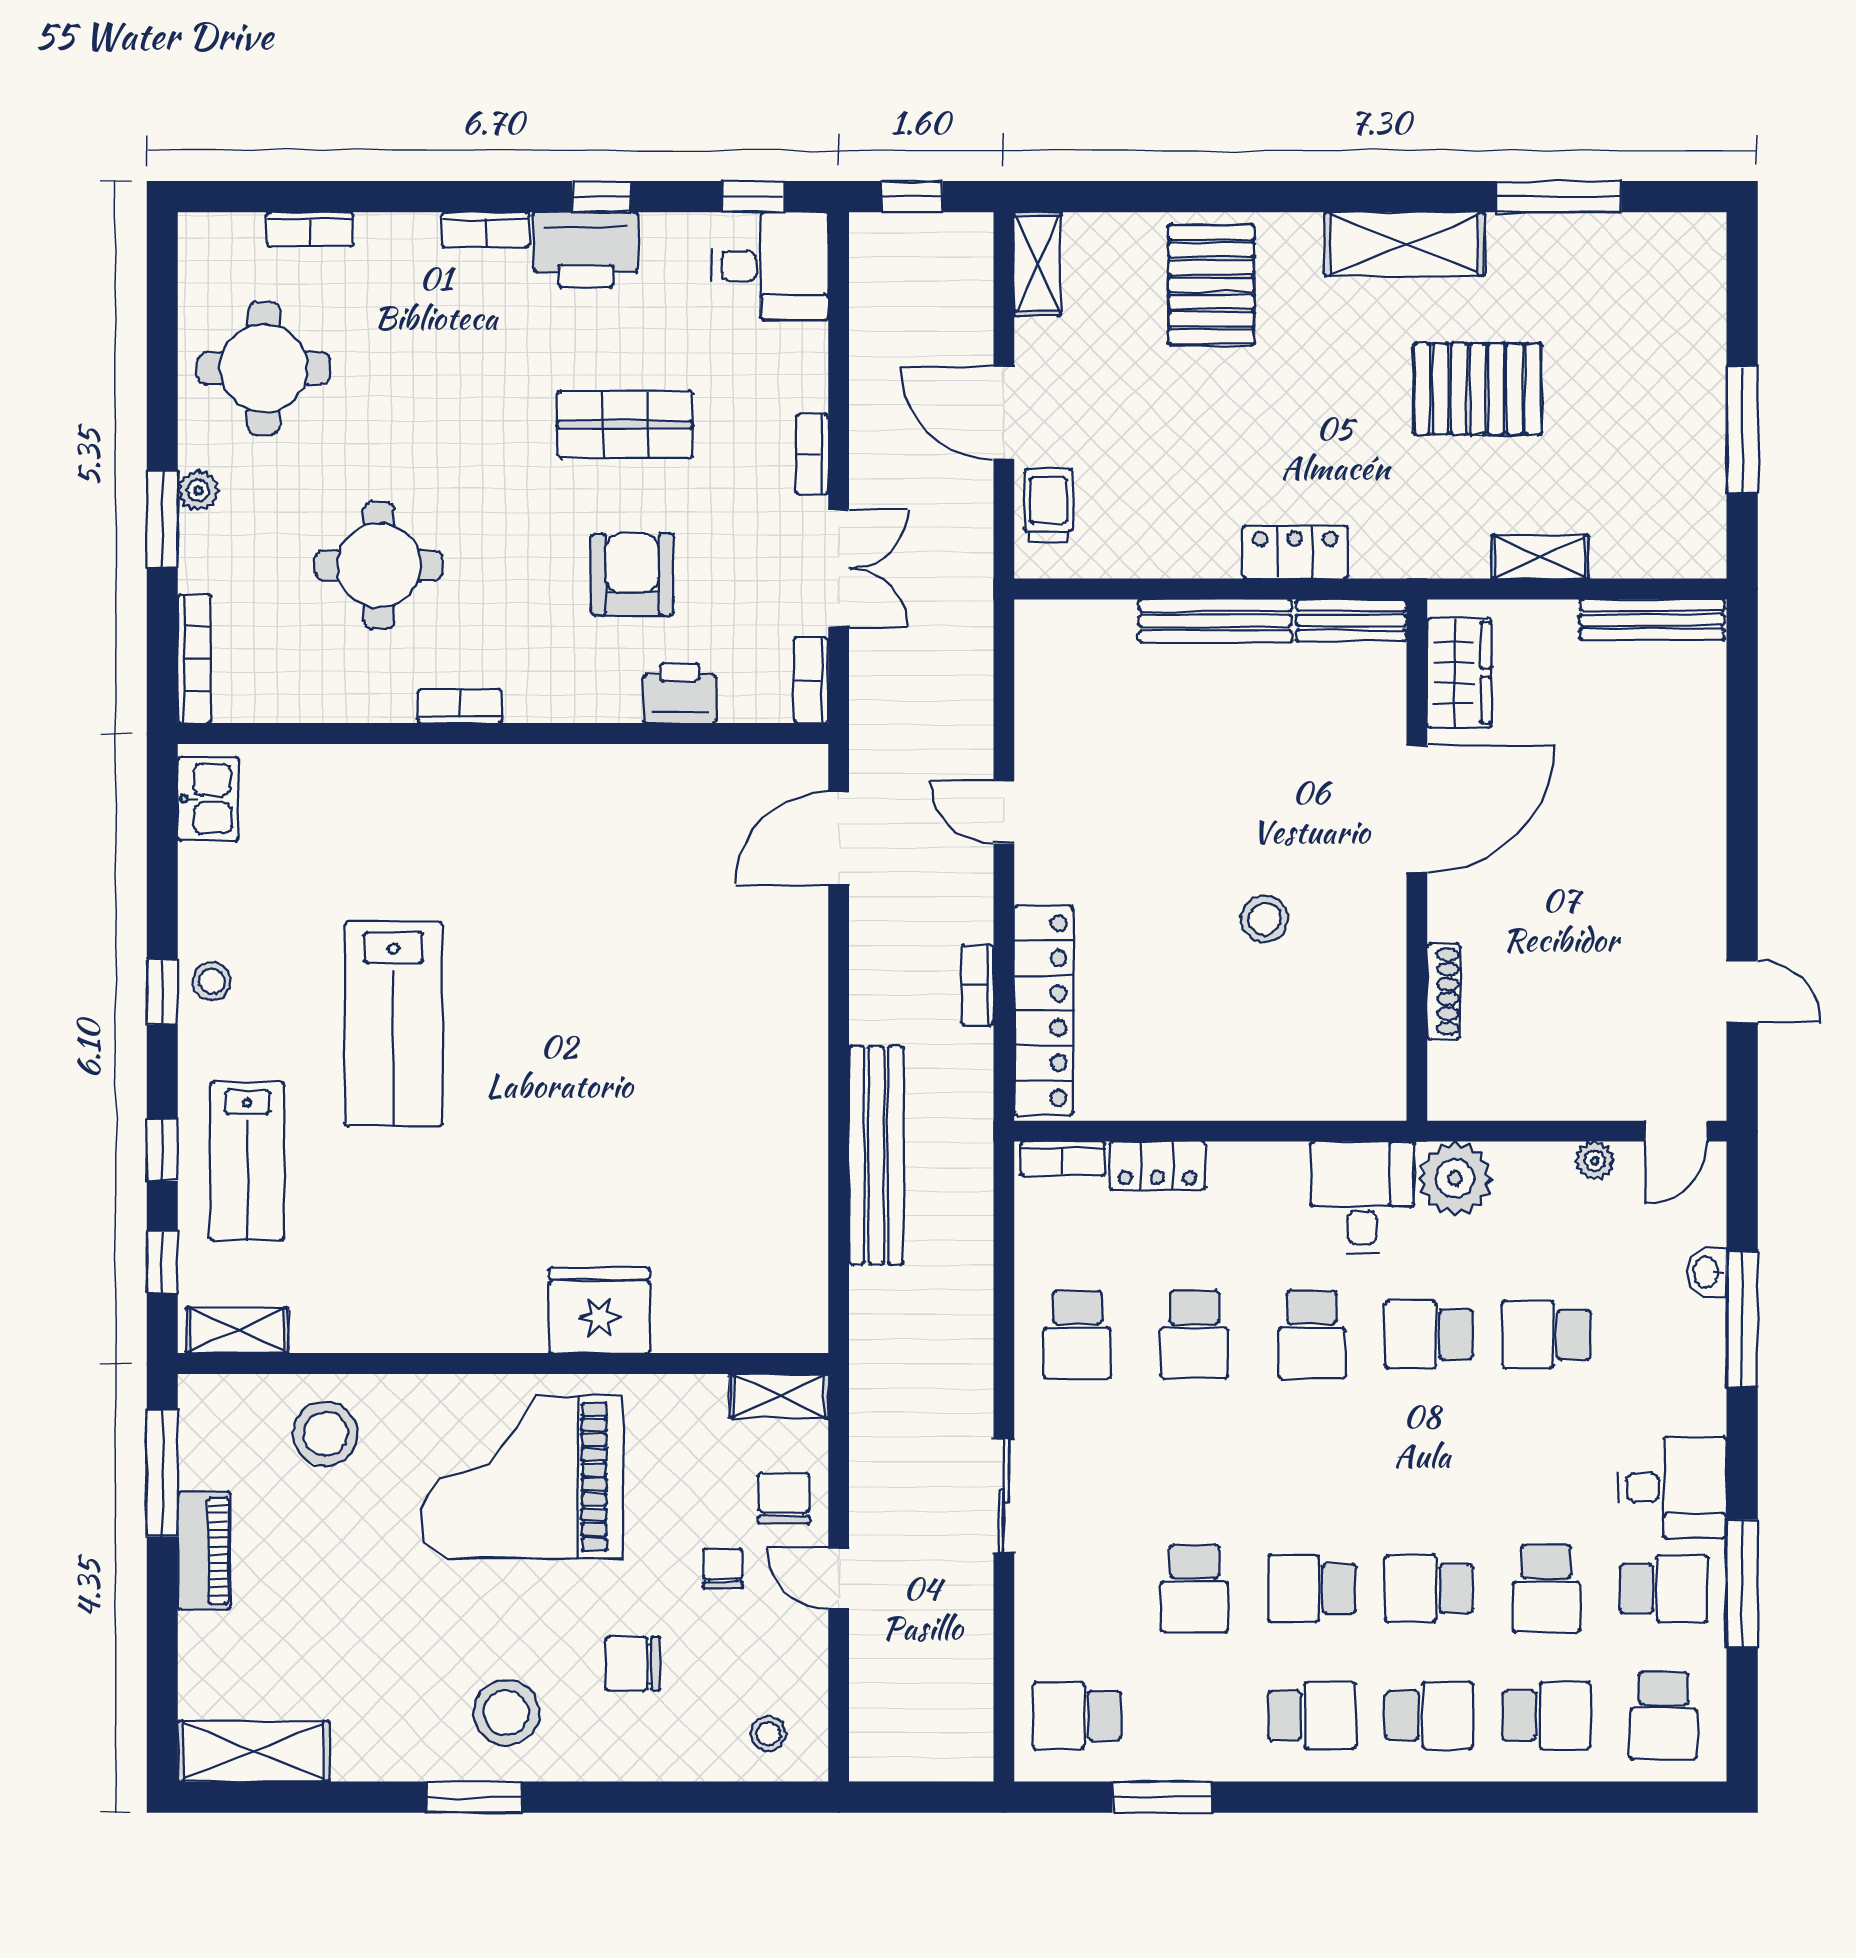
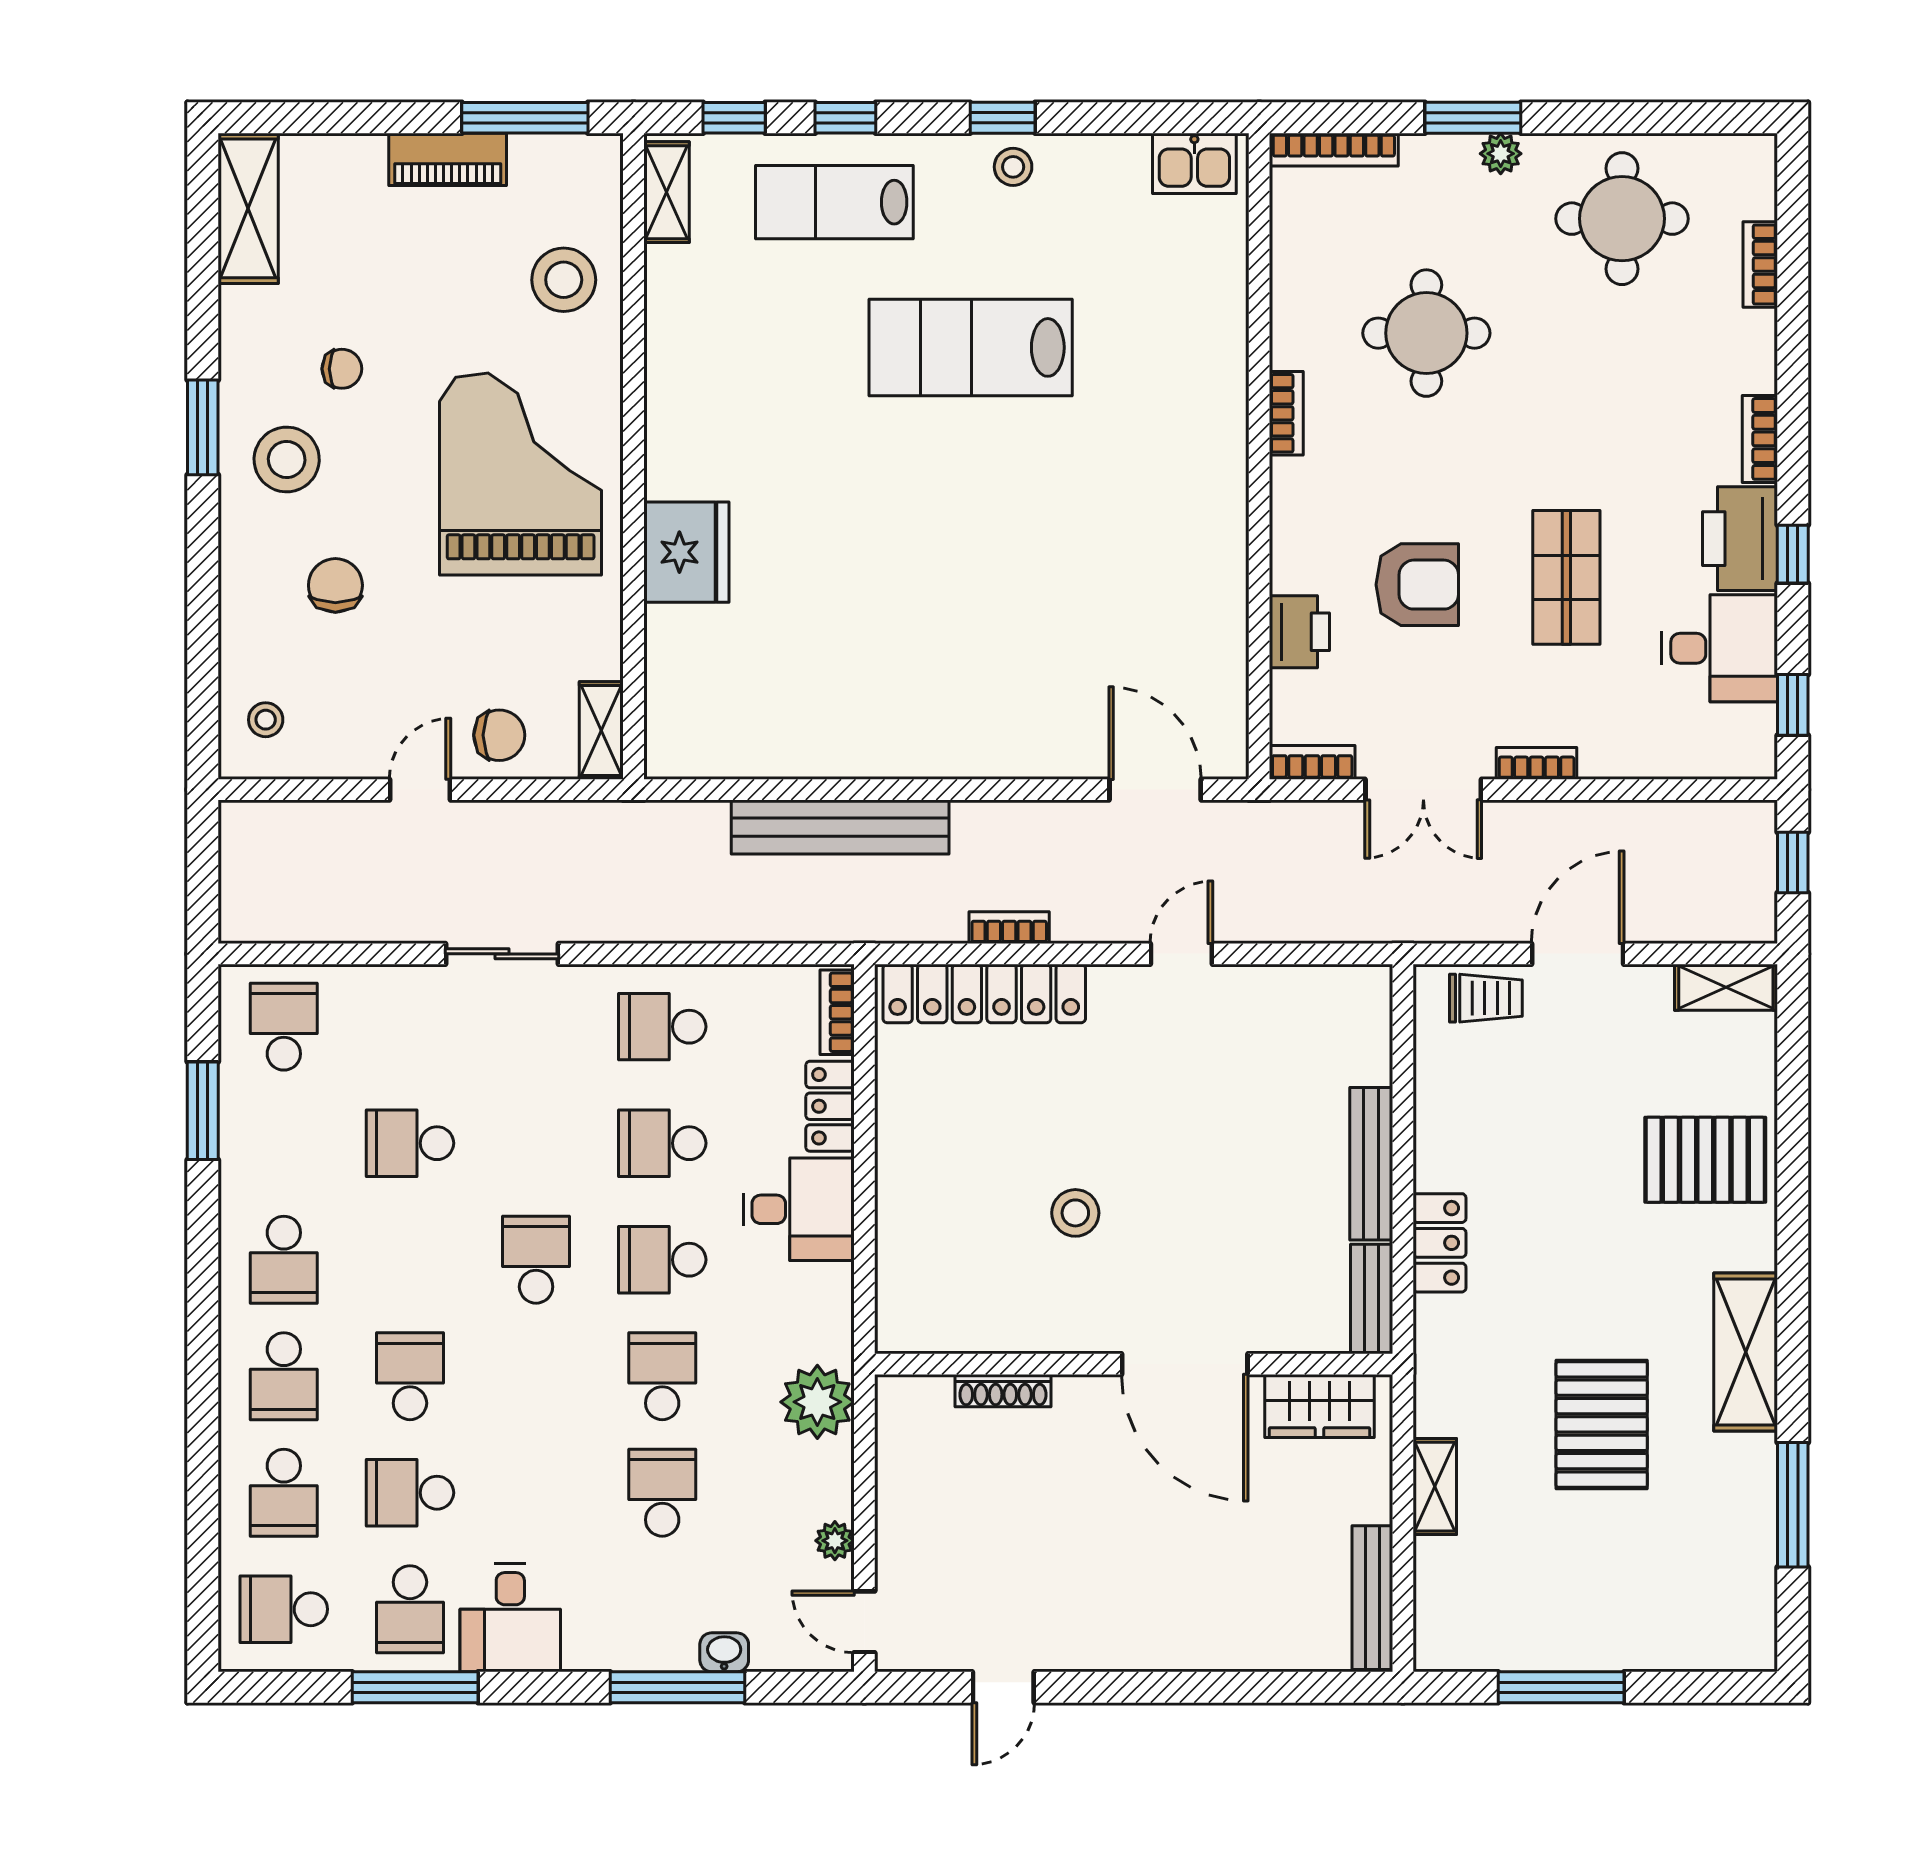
desk: (770, 266) -> (1719, 648), moved, turned -90
desk: (1362, 1197) -> (799, 1209), moved
chair: (723, 1569) -> (342, 369), moved
school desk: (1312, 1589) -> (536, 1260), moved

